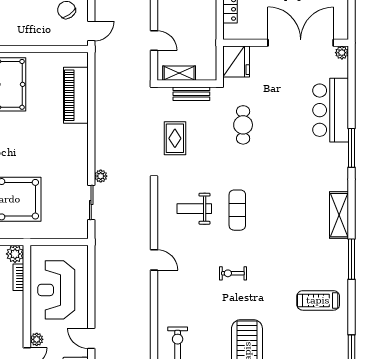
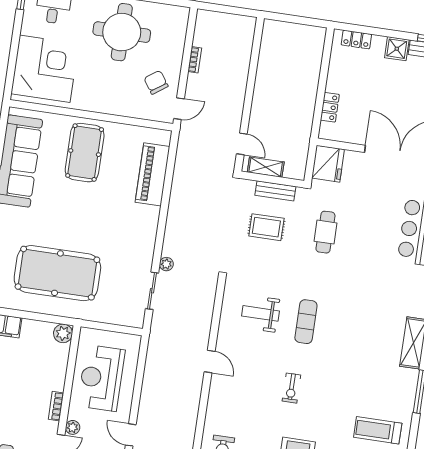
door: (154, 41) -> (242, 144), moved
rug: (175, 138) -> (266, 227), moved, turned 90
exercise bike: (233, 273) -> (291, 388), turned -90
bookcase: (18, 277) -> (56, 406), moved

